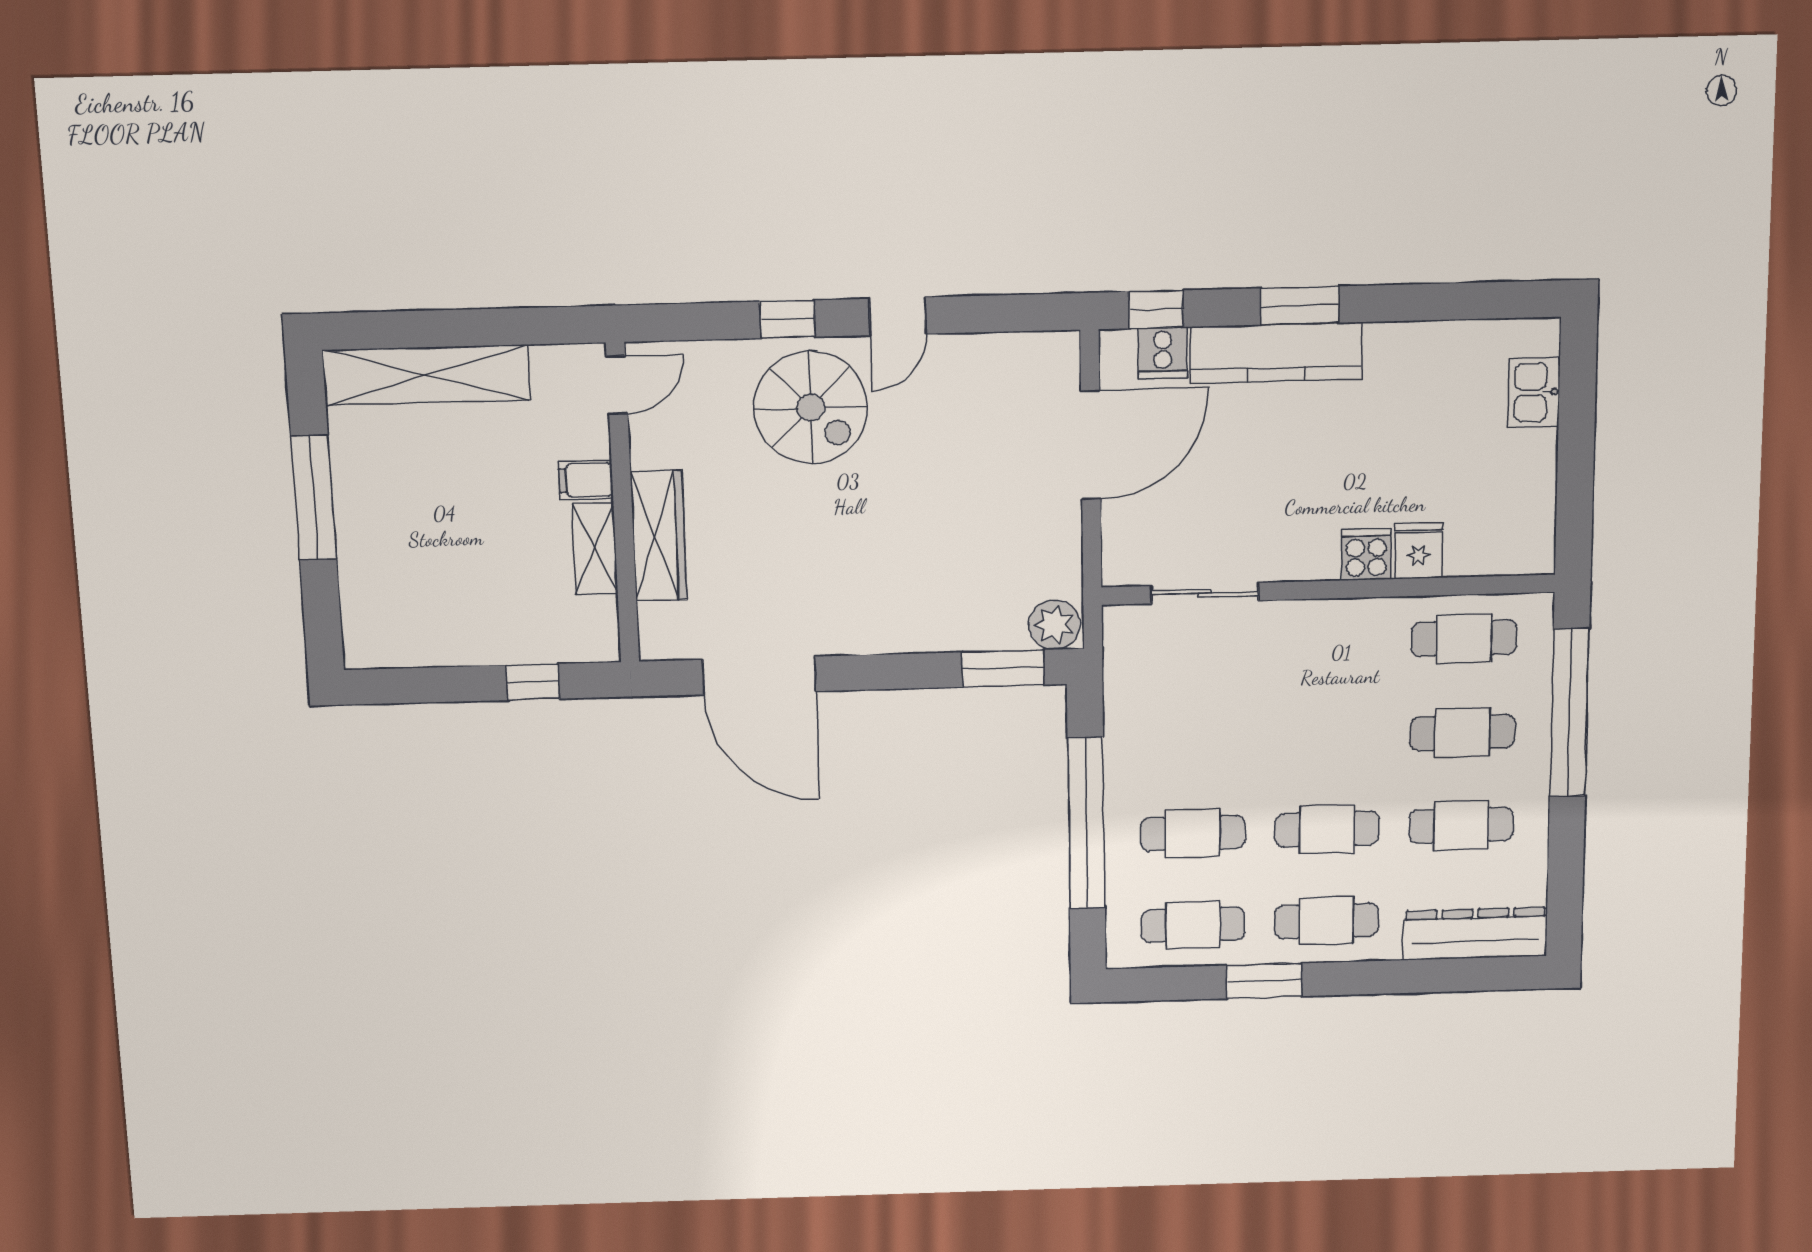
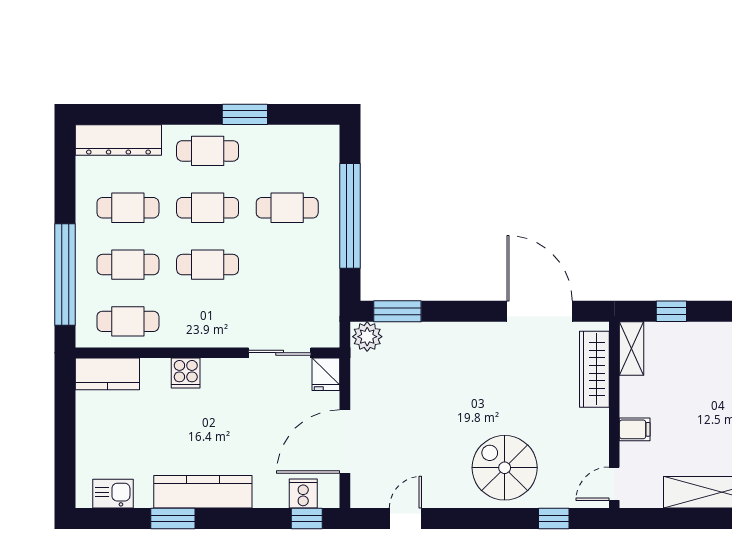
window: (1300, 306) -> (173, 519), moved
door: (898, 316) -> (405, 519), moved
window: (787, 319) -> (554, 519), moved
kitchen counter: (1276, 353) -> (203, 492), moved
kitchen sink: (1534, 392) -> (113, 494), moved, turned -90
wardrobe: (659, 536) -> (594, 369), moved
shelving: (595, 549) -> (632, 348), moved
kitchen counter: (1501, 549) -> (107, 374), added
fridge: (1419, 551) -> (326, 374), moved
cafe table: (1193, 925) -> (208, 265), moved

